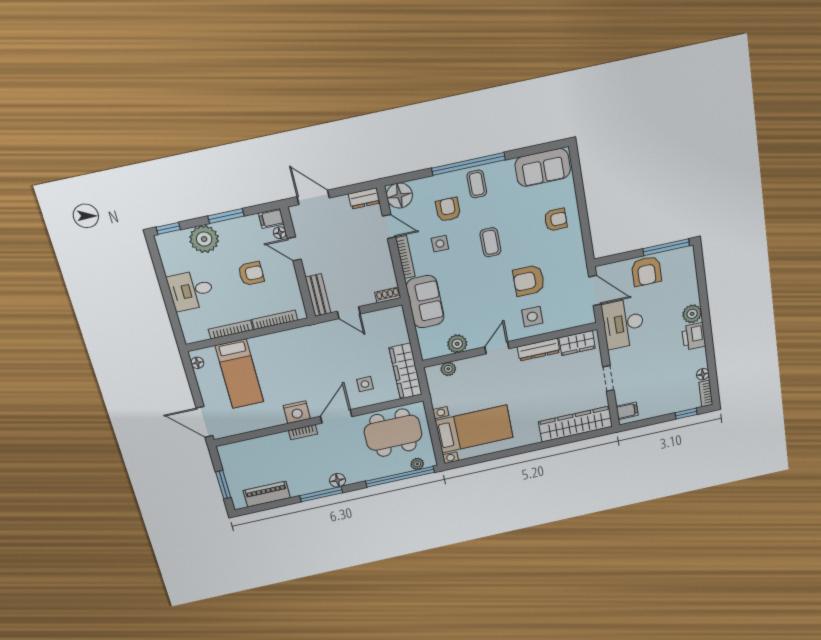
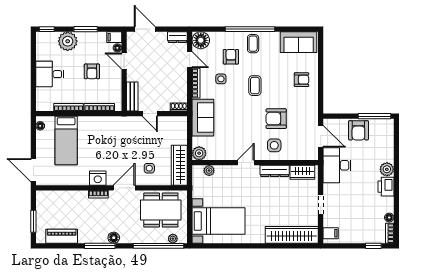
armchair: (251, 274) -> (92, 71), turned 90
plant: (457, 344) -> (199, 153), moved

